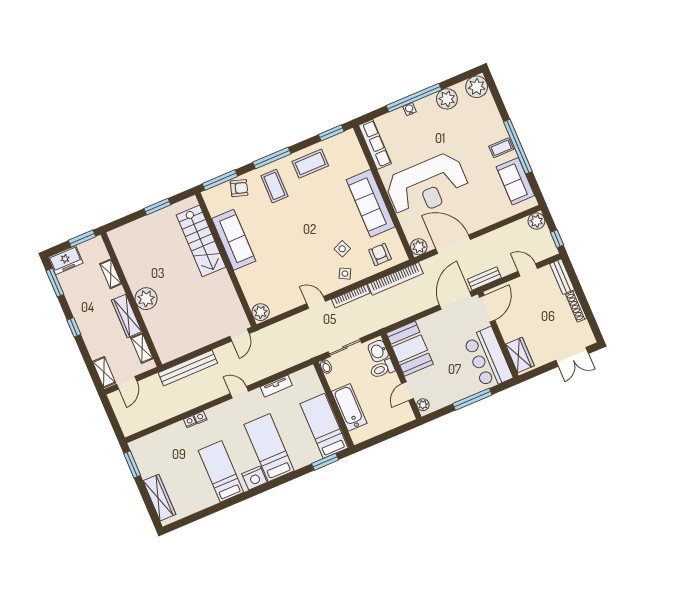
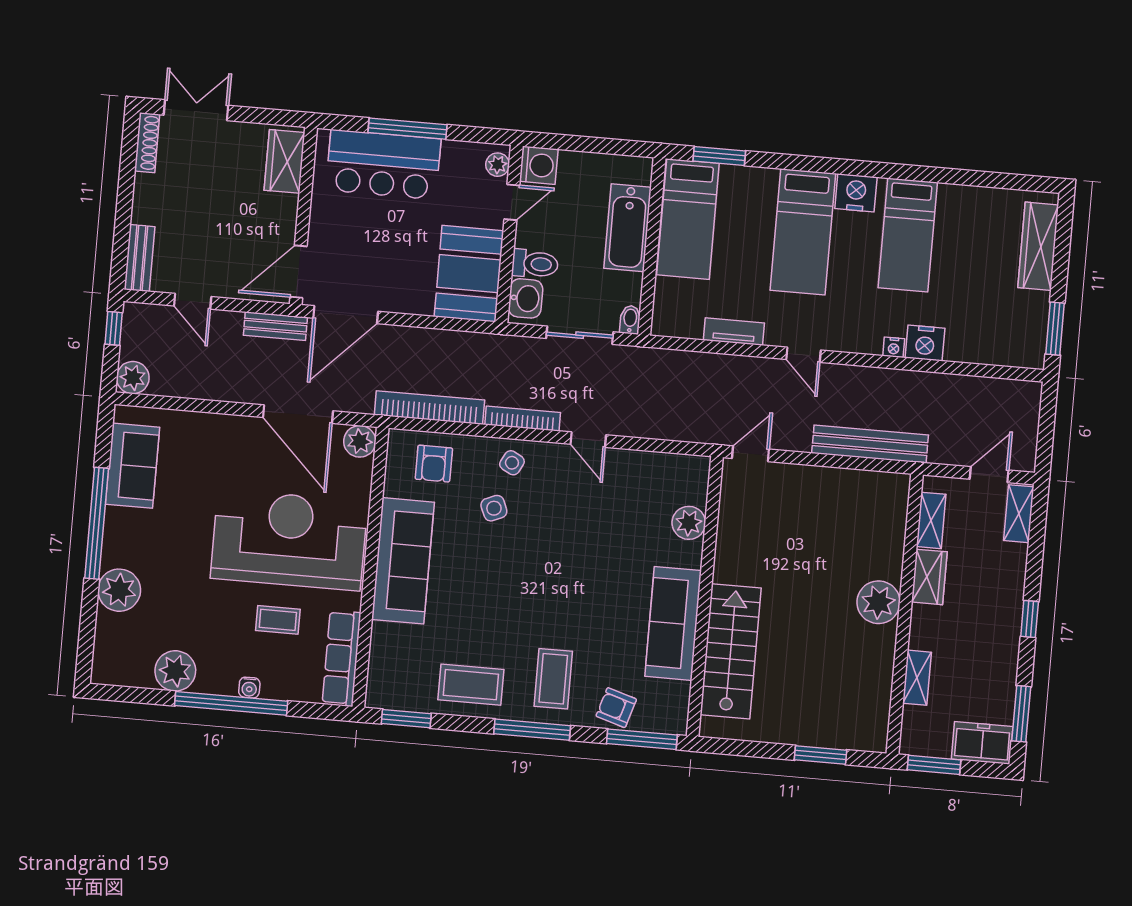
plant: (477, 87) -> (119, 590), moved
coffee table: (501, 148) -> (278, 620), moved
window: (157, 207) -> (820, 755), moved
shoe rack: (576, 306) -> (147, 143), moved
plant: (261, 312) -> (689, 523), moved
wardrobe: (127, 316) -> (929, 577), width x0.67
bar counter: (488, 358) -> (383, 165), moved, turned 90
washing machine: (404, 414) -> (539, 165), added
nightstand: (190, 422) -> (925, 343), width x1.89, depth x1.79

